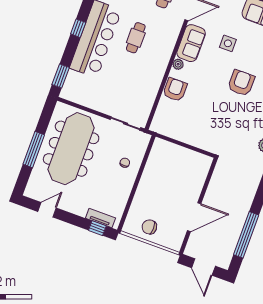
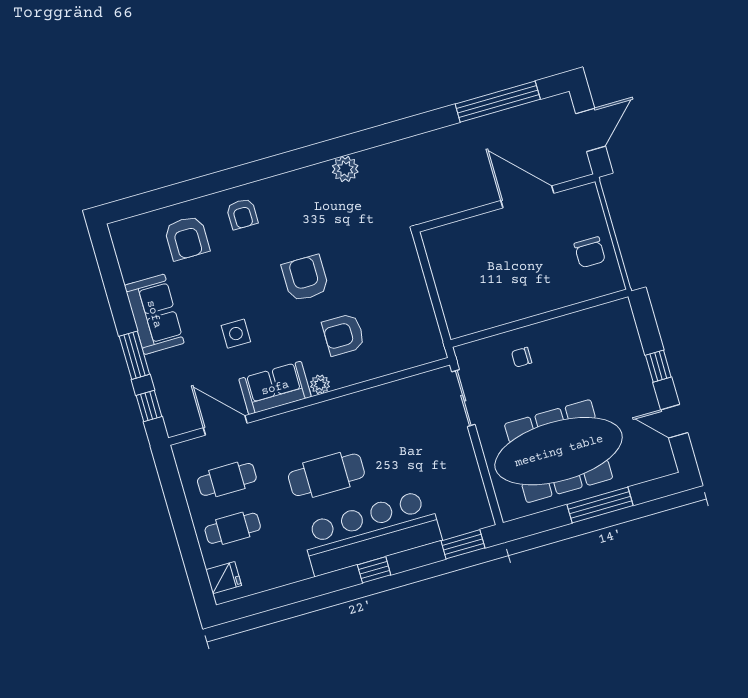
cafe table: (136, 38) -> (326, 475), width x1.37, depth x1.35
armchair: (241, 83) -> (305, 278), moved, turned 90
armchair: (175, 90) -> (343, 335), moved
tv unit: (101, 218) -> (629, 333), removed
window: (97, 228) -> (658, 366), moved

